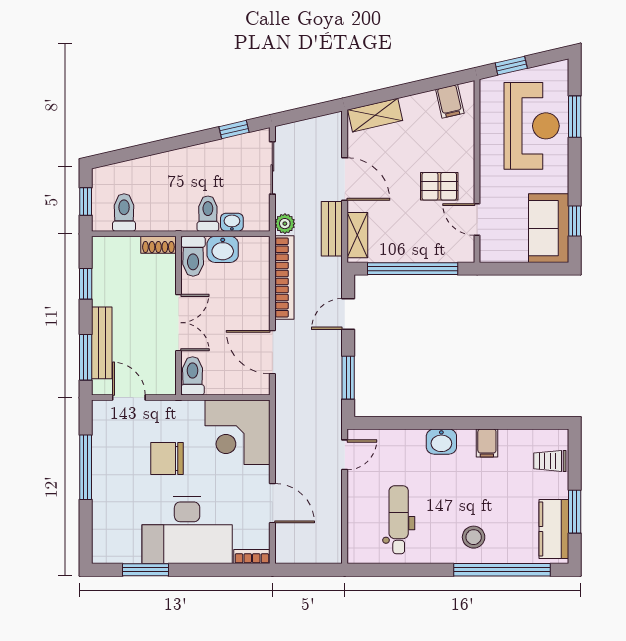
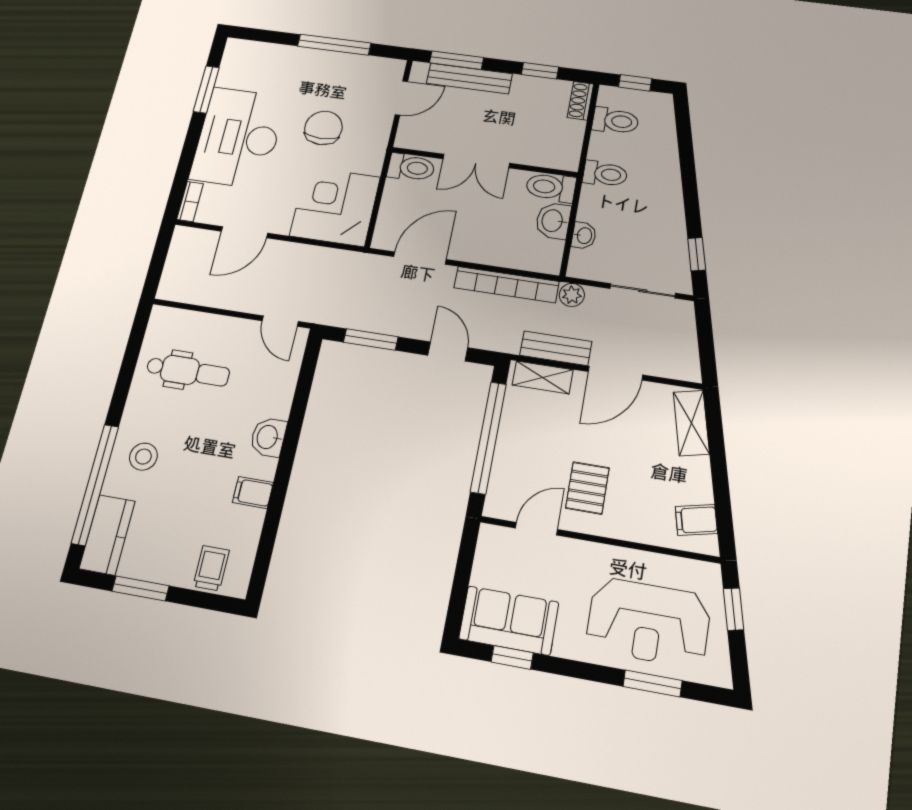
toilet: (208, 214) -> (605, 174), moved
shoe rack: (158, 245) -> (580, 101), moved
kitchen counter: (554, 529) -> (107, 535), moved, turned 90

